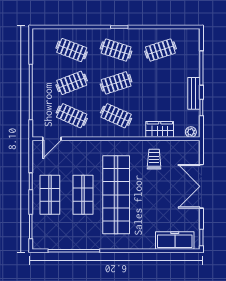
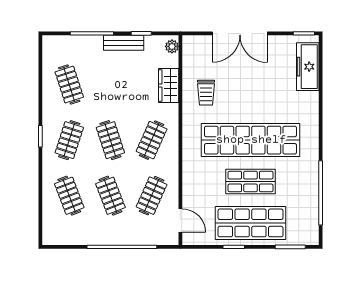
clothes rail: (72, 50) -> (69, 196), turned -42
trolley: (154, 159) -> (206, 93), turned -90
shop shelf: (50, 195) -> (251, 223), width x1.43, depth x1.36

